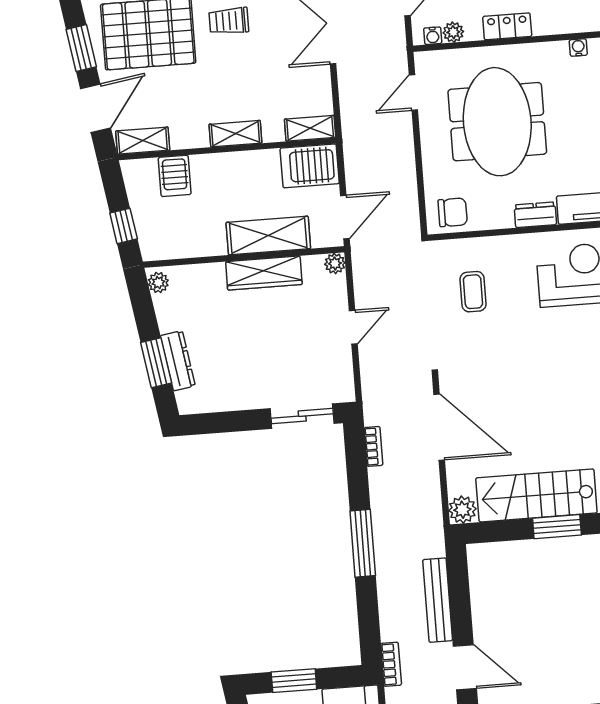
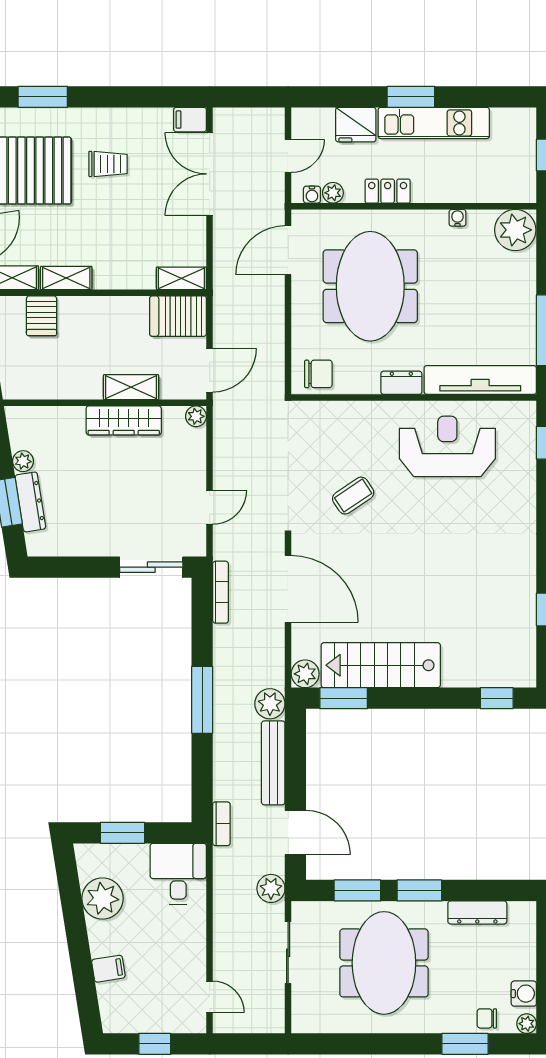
trolley: (229, 21) -> (108, 164), turned 180
door: (413, 93) -> (288, 250), width x1.38
shelving: (235, 134) -> (66, 278), moved
shelving: (268, 236) -> (131, 387), width x0.67, depth x0.75
plant: (158, 283) -> (23, 461), moved
coffee table: (473, 292) -> (353, 496), moved, turned 56
door: (353, 327) -> (210, 507), moved
bookcase: (373, 446) -> (221, 592), width x1.56
window: (557, 527) -> (344, 698), moved
plant: (430, 542) -> (270, 704), added

